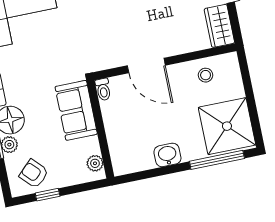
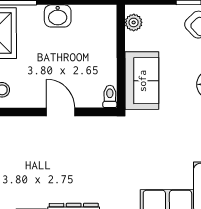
door: (146, 65) -> (61, 112), width x0.73

